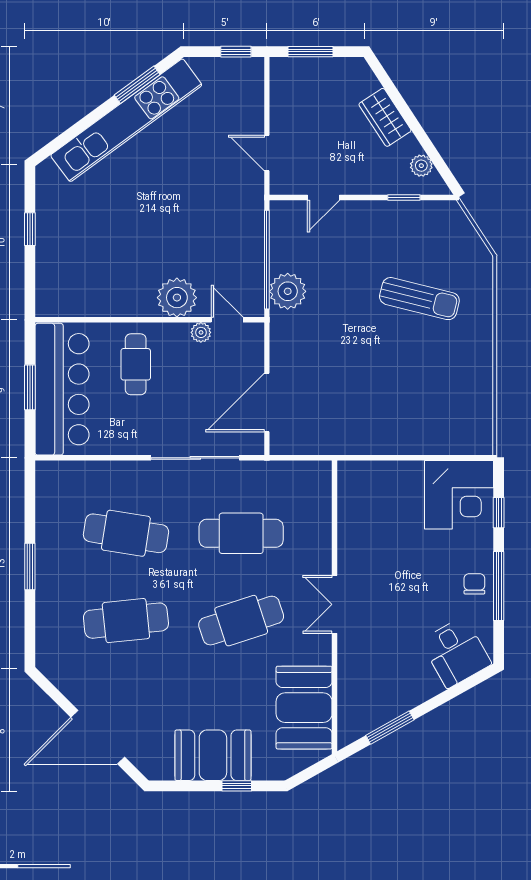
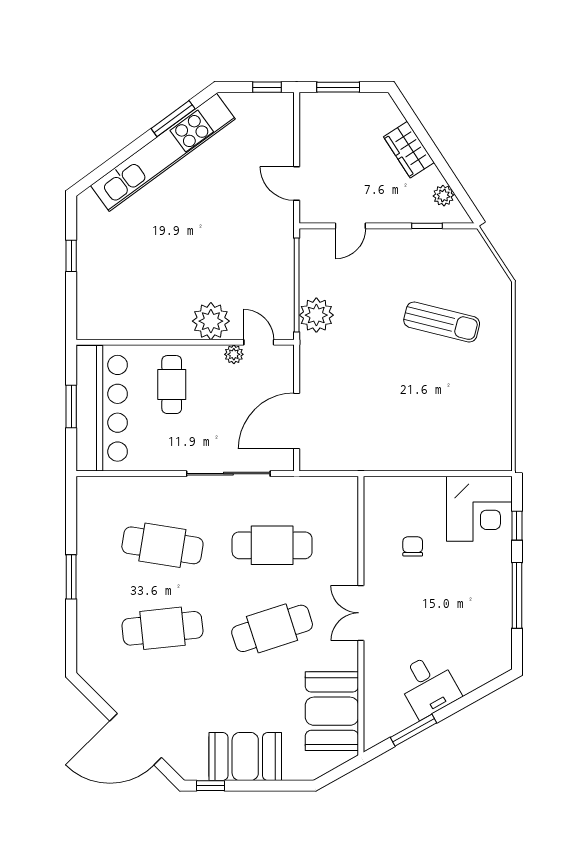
chair: (474, 584) -> (413, 546), moved
desk: (456, 652) -> (428, 686), moved
window: (237, 786) -> (210, 786), moved

